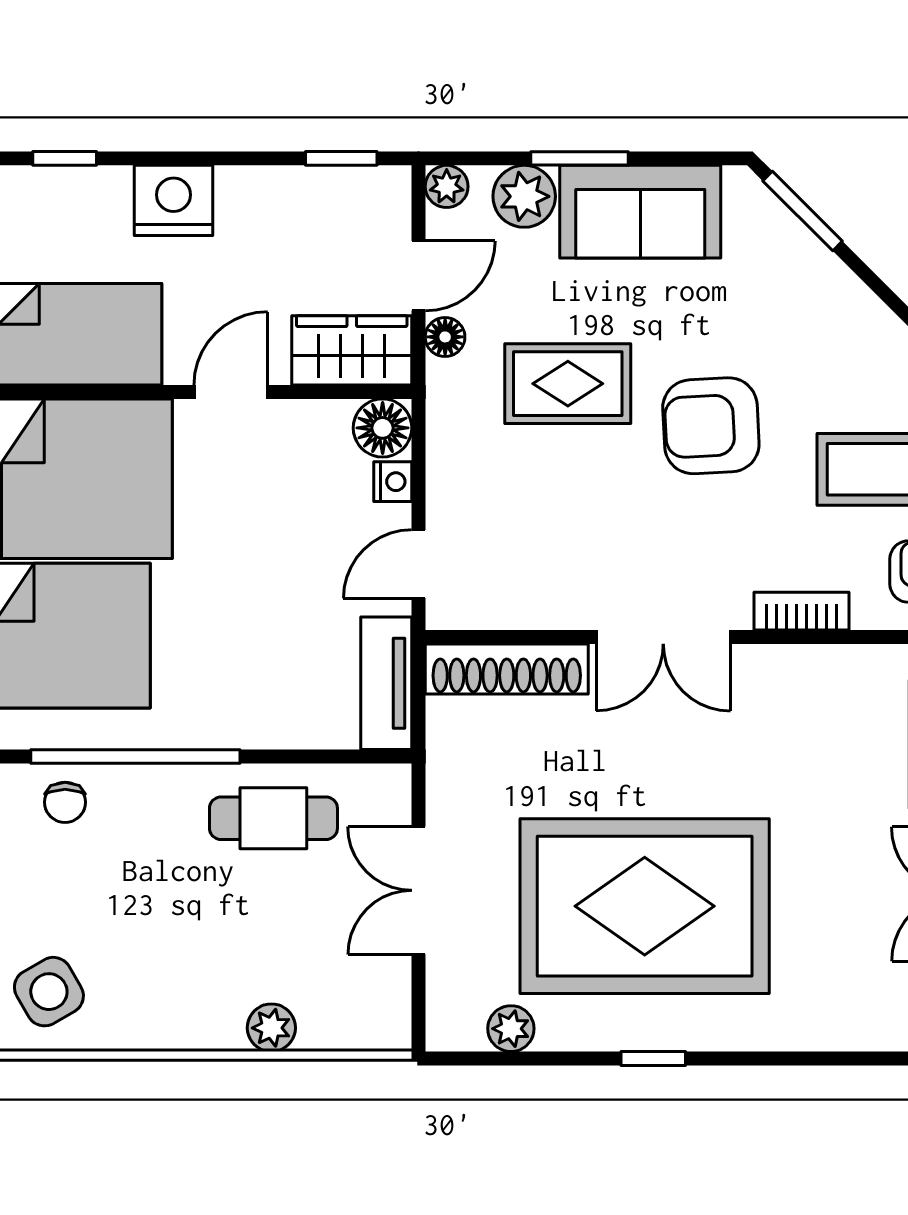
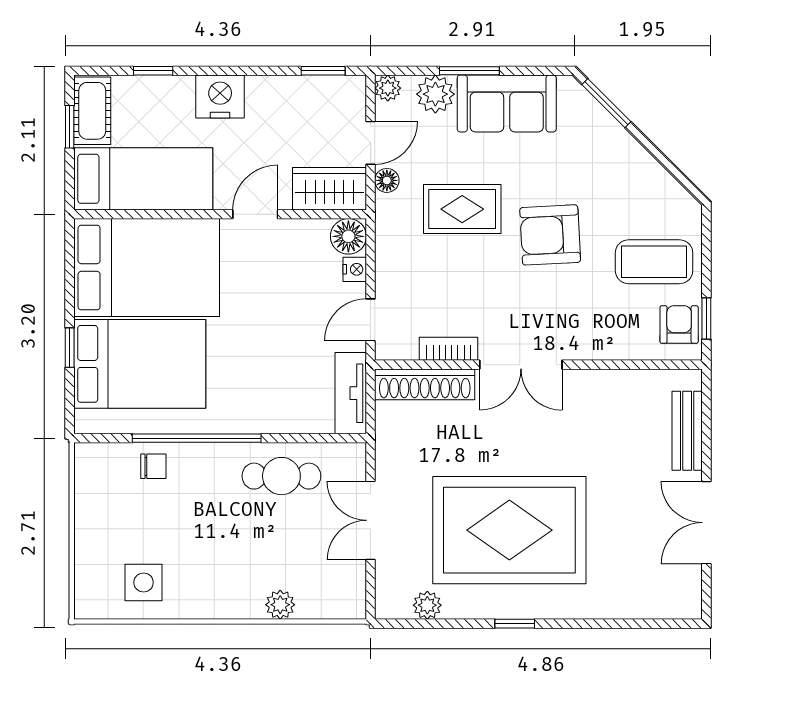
bookcase: (801, 611) -> (449, 349), moved
chair: (65, 802) -> (153, 466), turned -90
side table: (49, 992) -> (144, 582), turned 30

